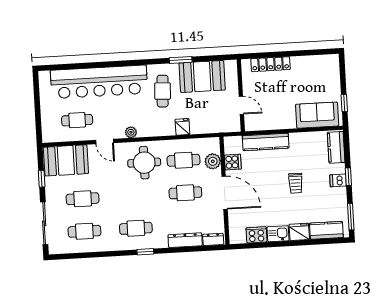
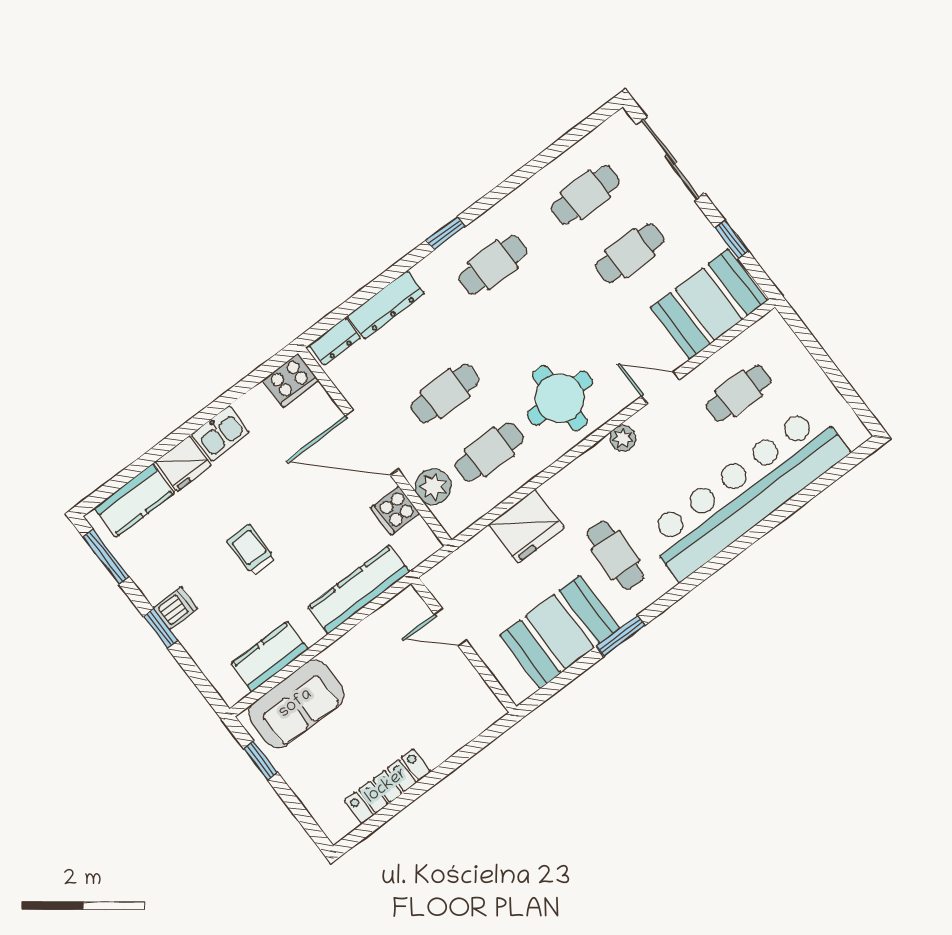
locker: (271, 64) -> (387, 786), moved
fridge: (182, 127) -> (526, 526), width x1.88, depth x1.34
kitchen counter: (336, 147) -> (270, 657), moved, turned -90
cooker: (256, 235) -> (291, 380), moved

